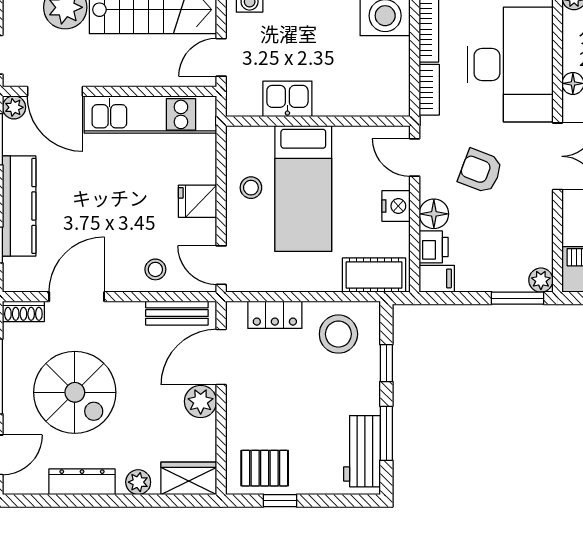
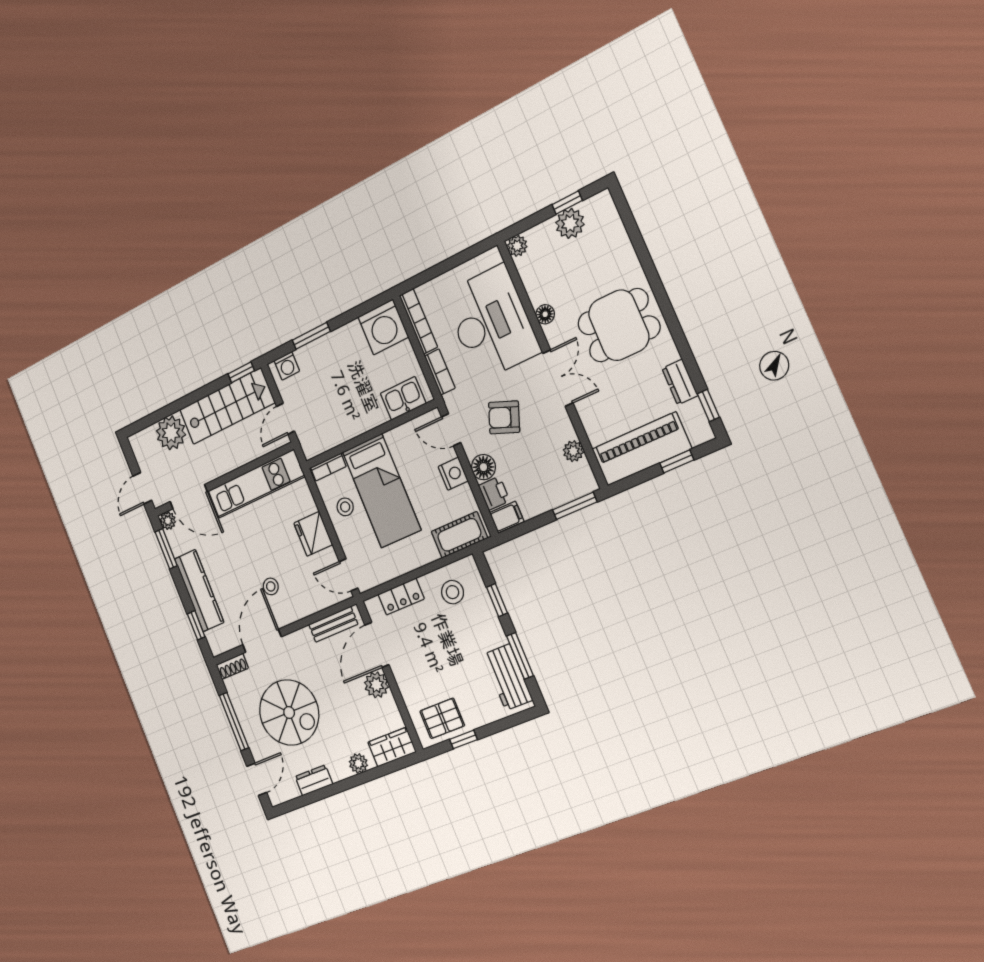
kitchen sink: (287, 99) -> (403, 398), moved
bookcase: (250, 135) -> (328, 467), added
fridge: (198, 201) -> (313, 534), width x1.38
stool: (155, 269) -> (271, 586), moved
plant: (541, 280) -> (573, 451), moved
stool: (338, 334) -> (452, 592), width x0.73, depth x0.73
dresser: (82, 482) -> (314, 780), width x0.70

